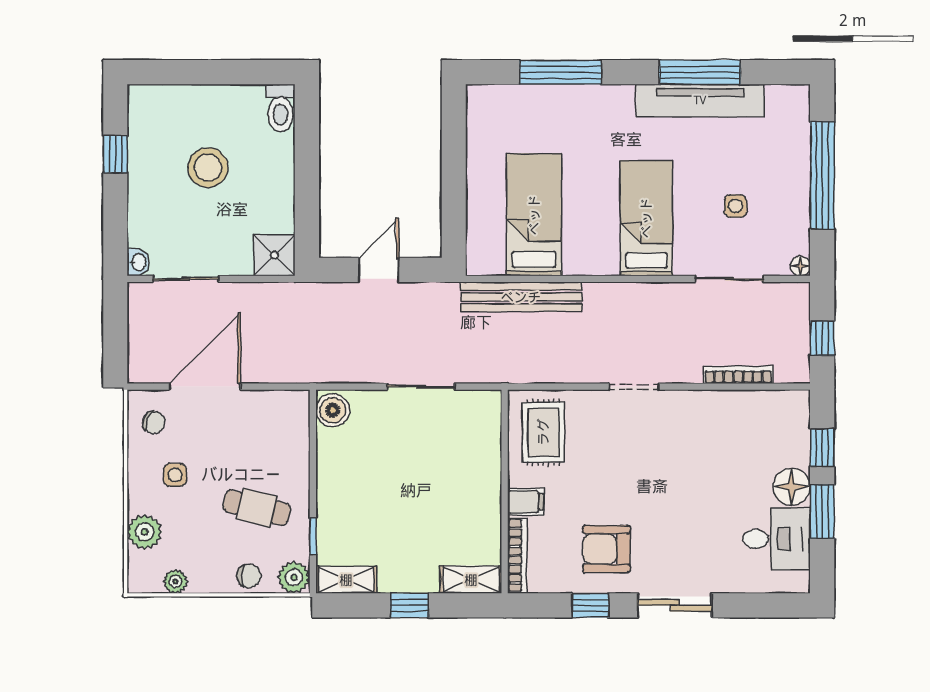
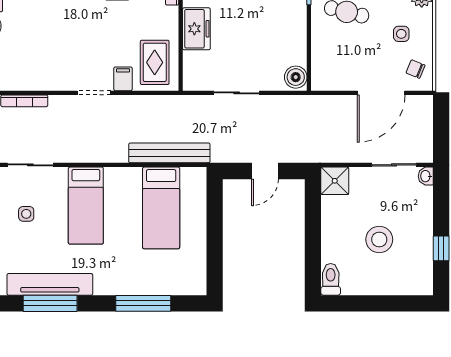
freezer: (481, 482) -> (196, 29), added
filing cabinet: (526, 502) -> (123, 79), moved, turned 90

